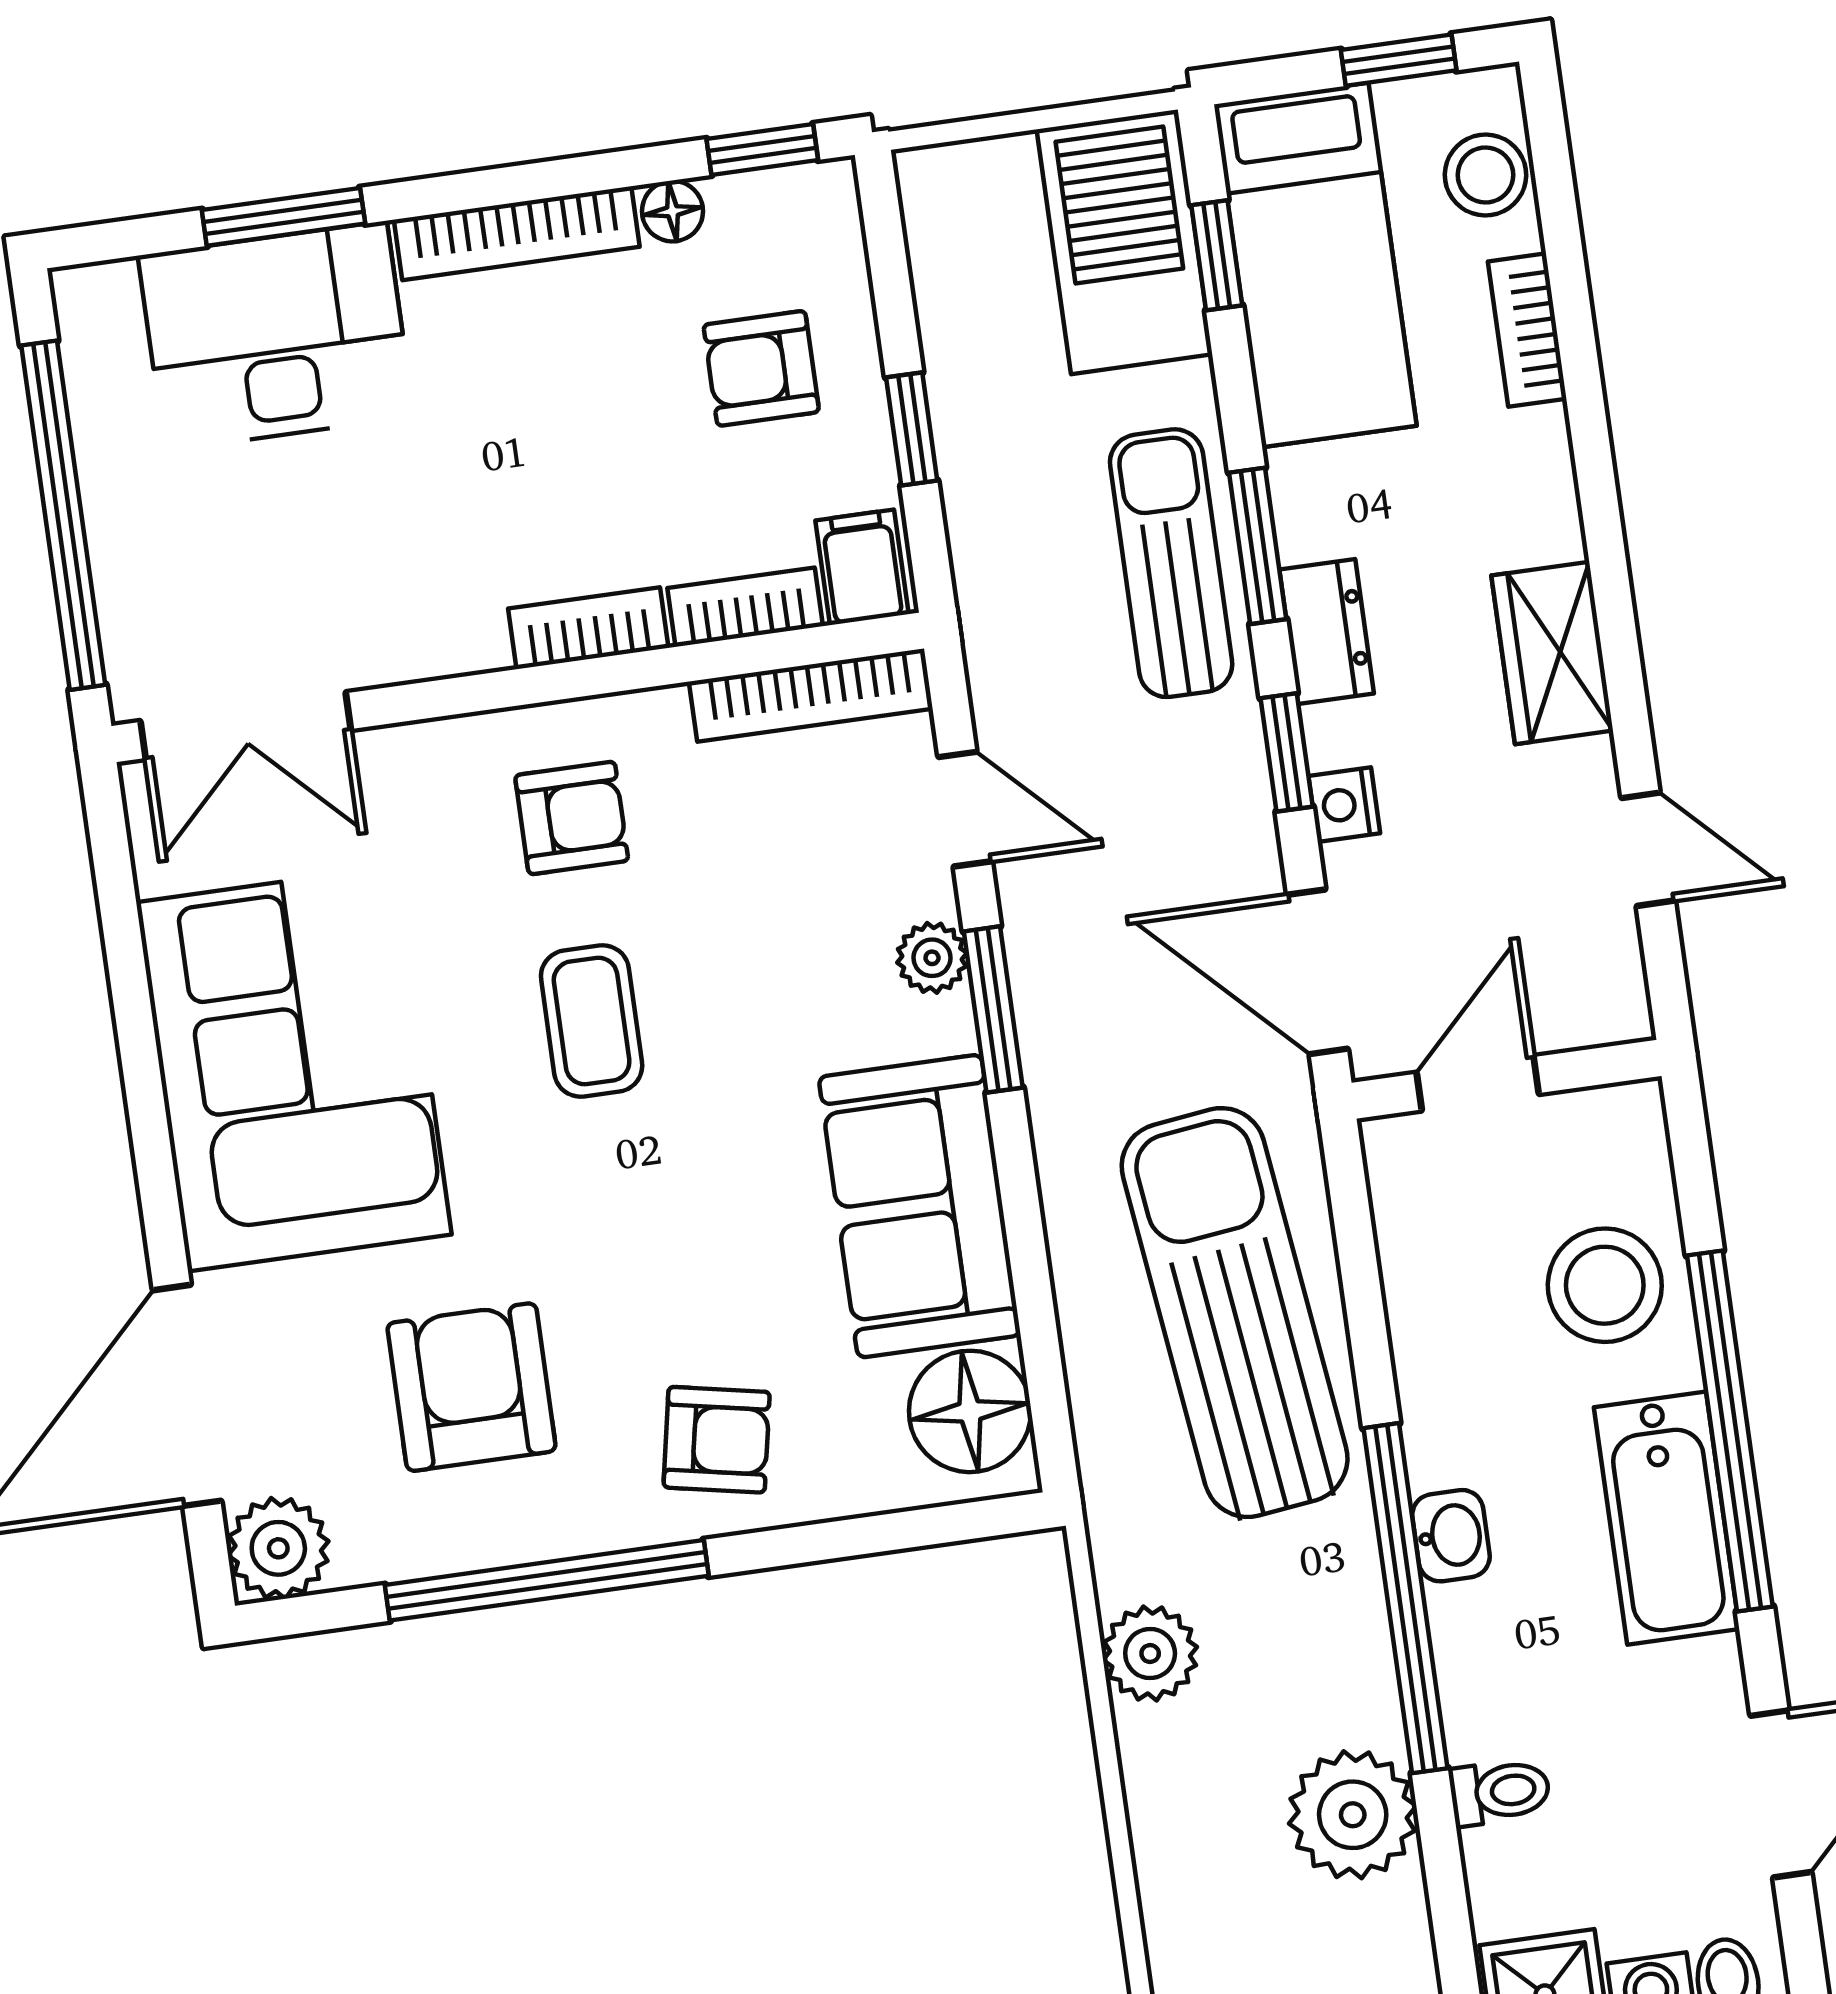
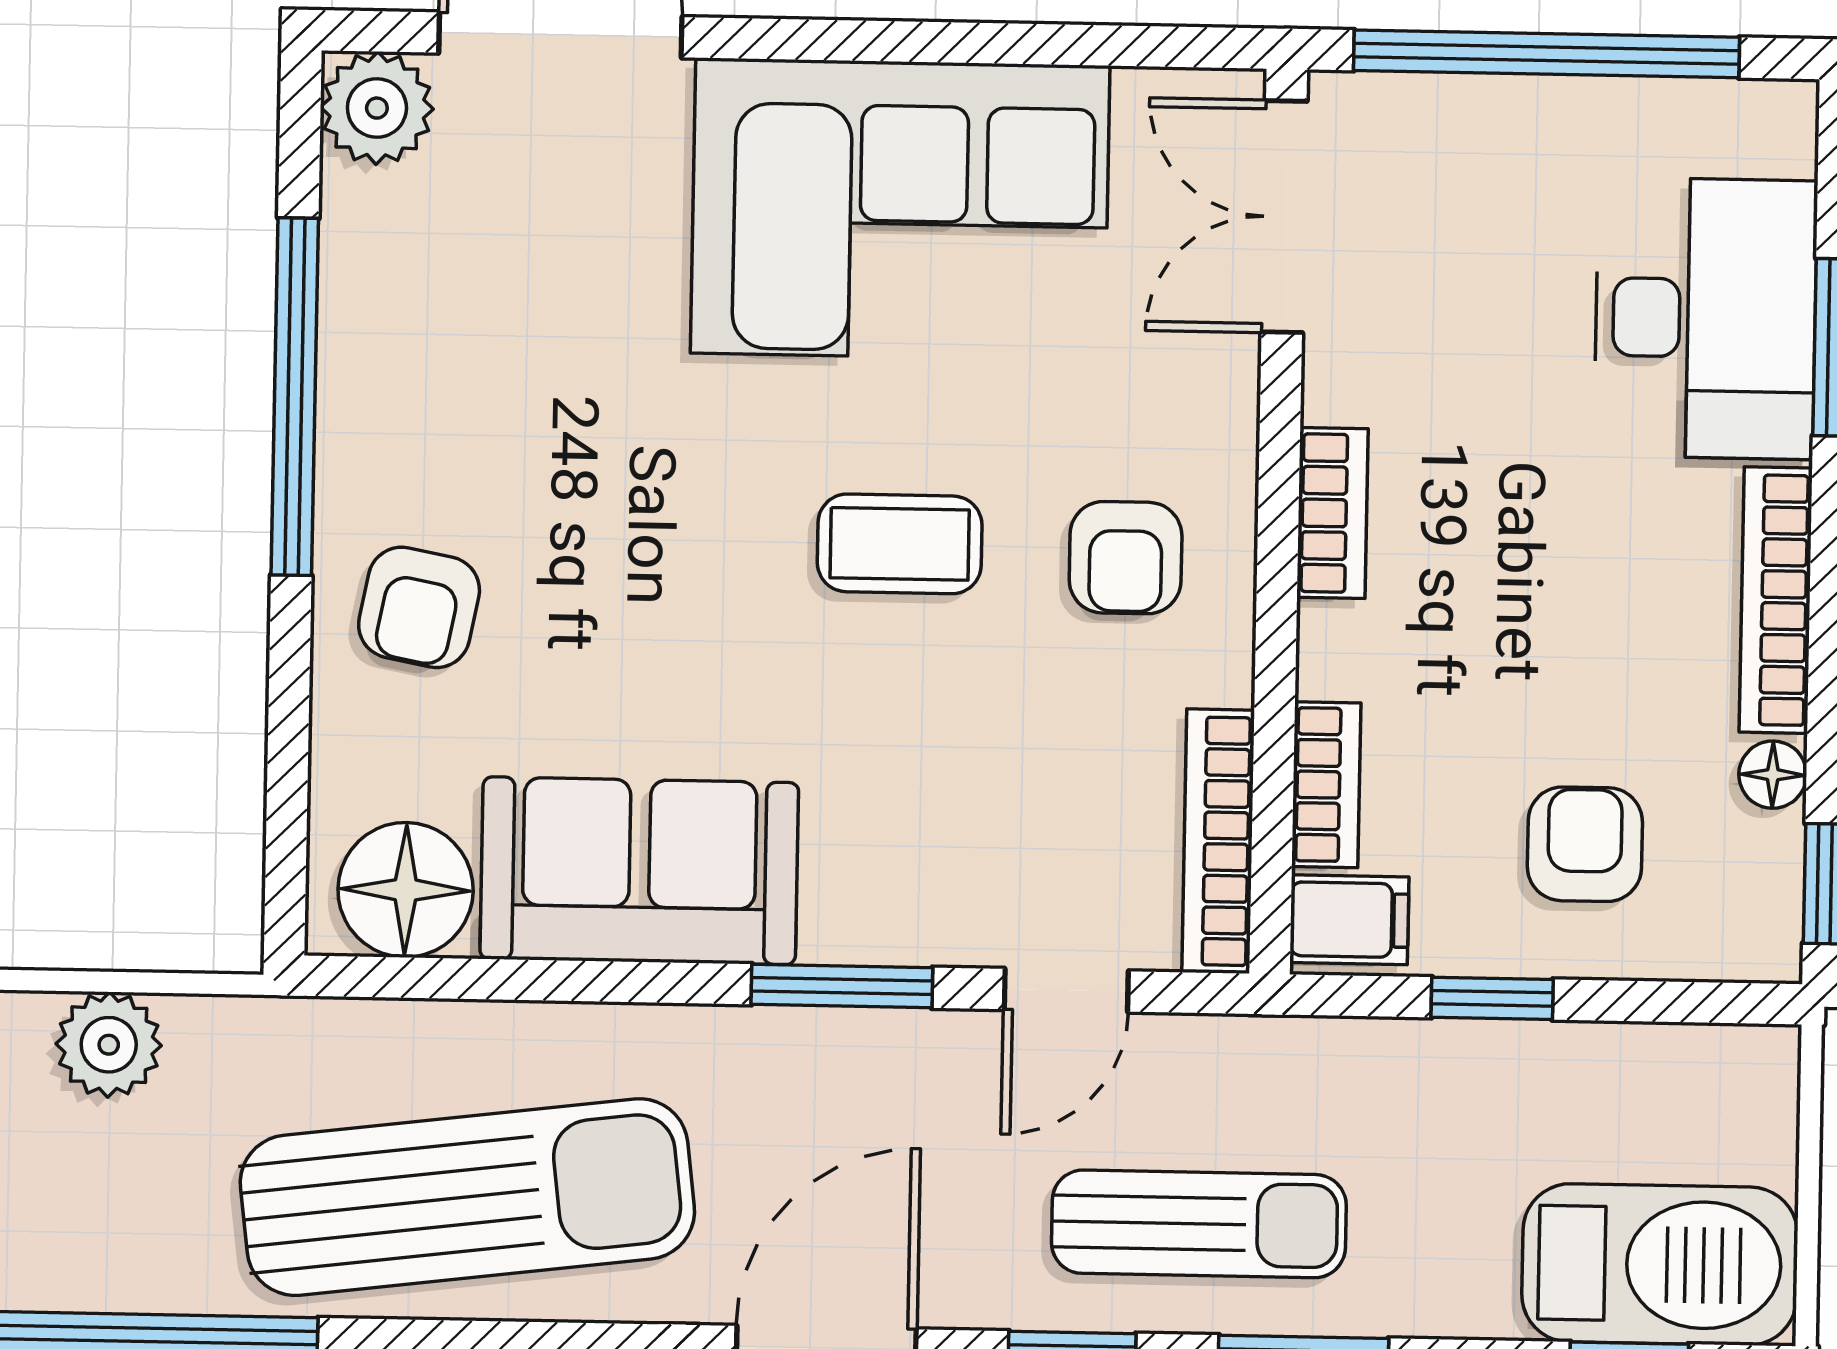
sun lounger: (1171, 563) -> (1199, 1224), moved
bookcase: (588, 628) -> (1332, 513), moved
plant: (932, 958) -> (909, 928), removed
armchair: (471, 1387) -> (520, 348), removed

